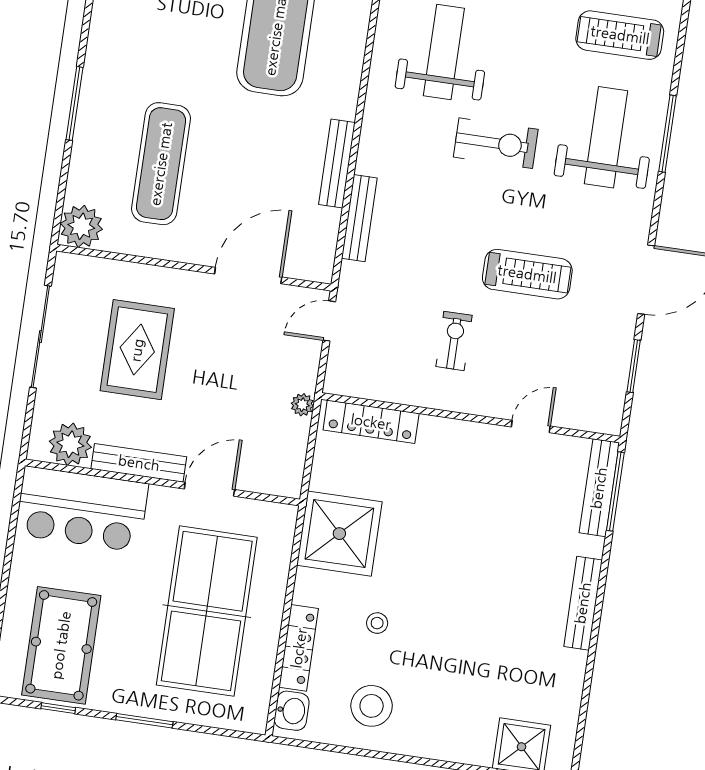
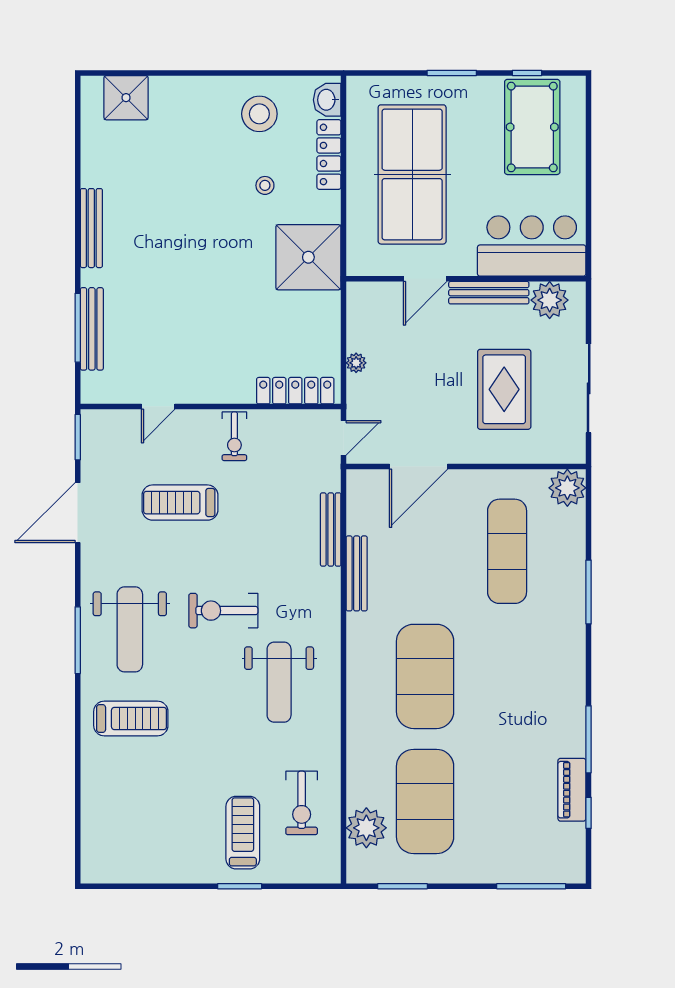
wall: (471, 418) -> (211, 407), moved
locker: (371, 422) -> (295, 391), moved
door: (531, 426) -> (158, 407), moved

